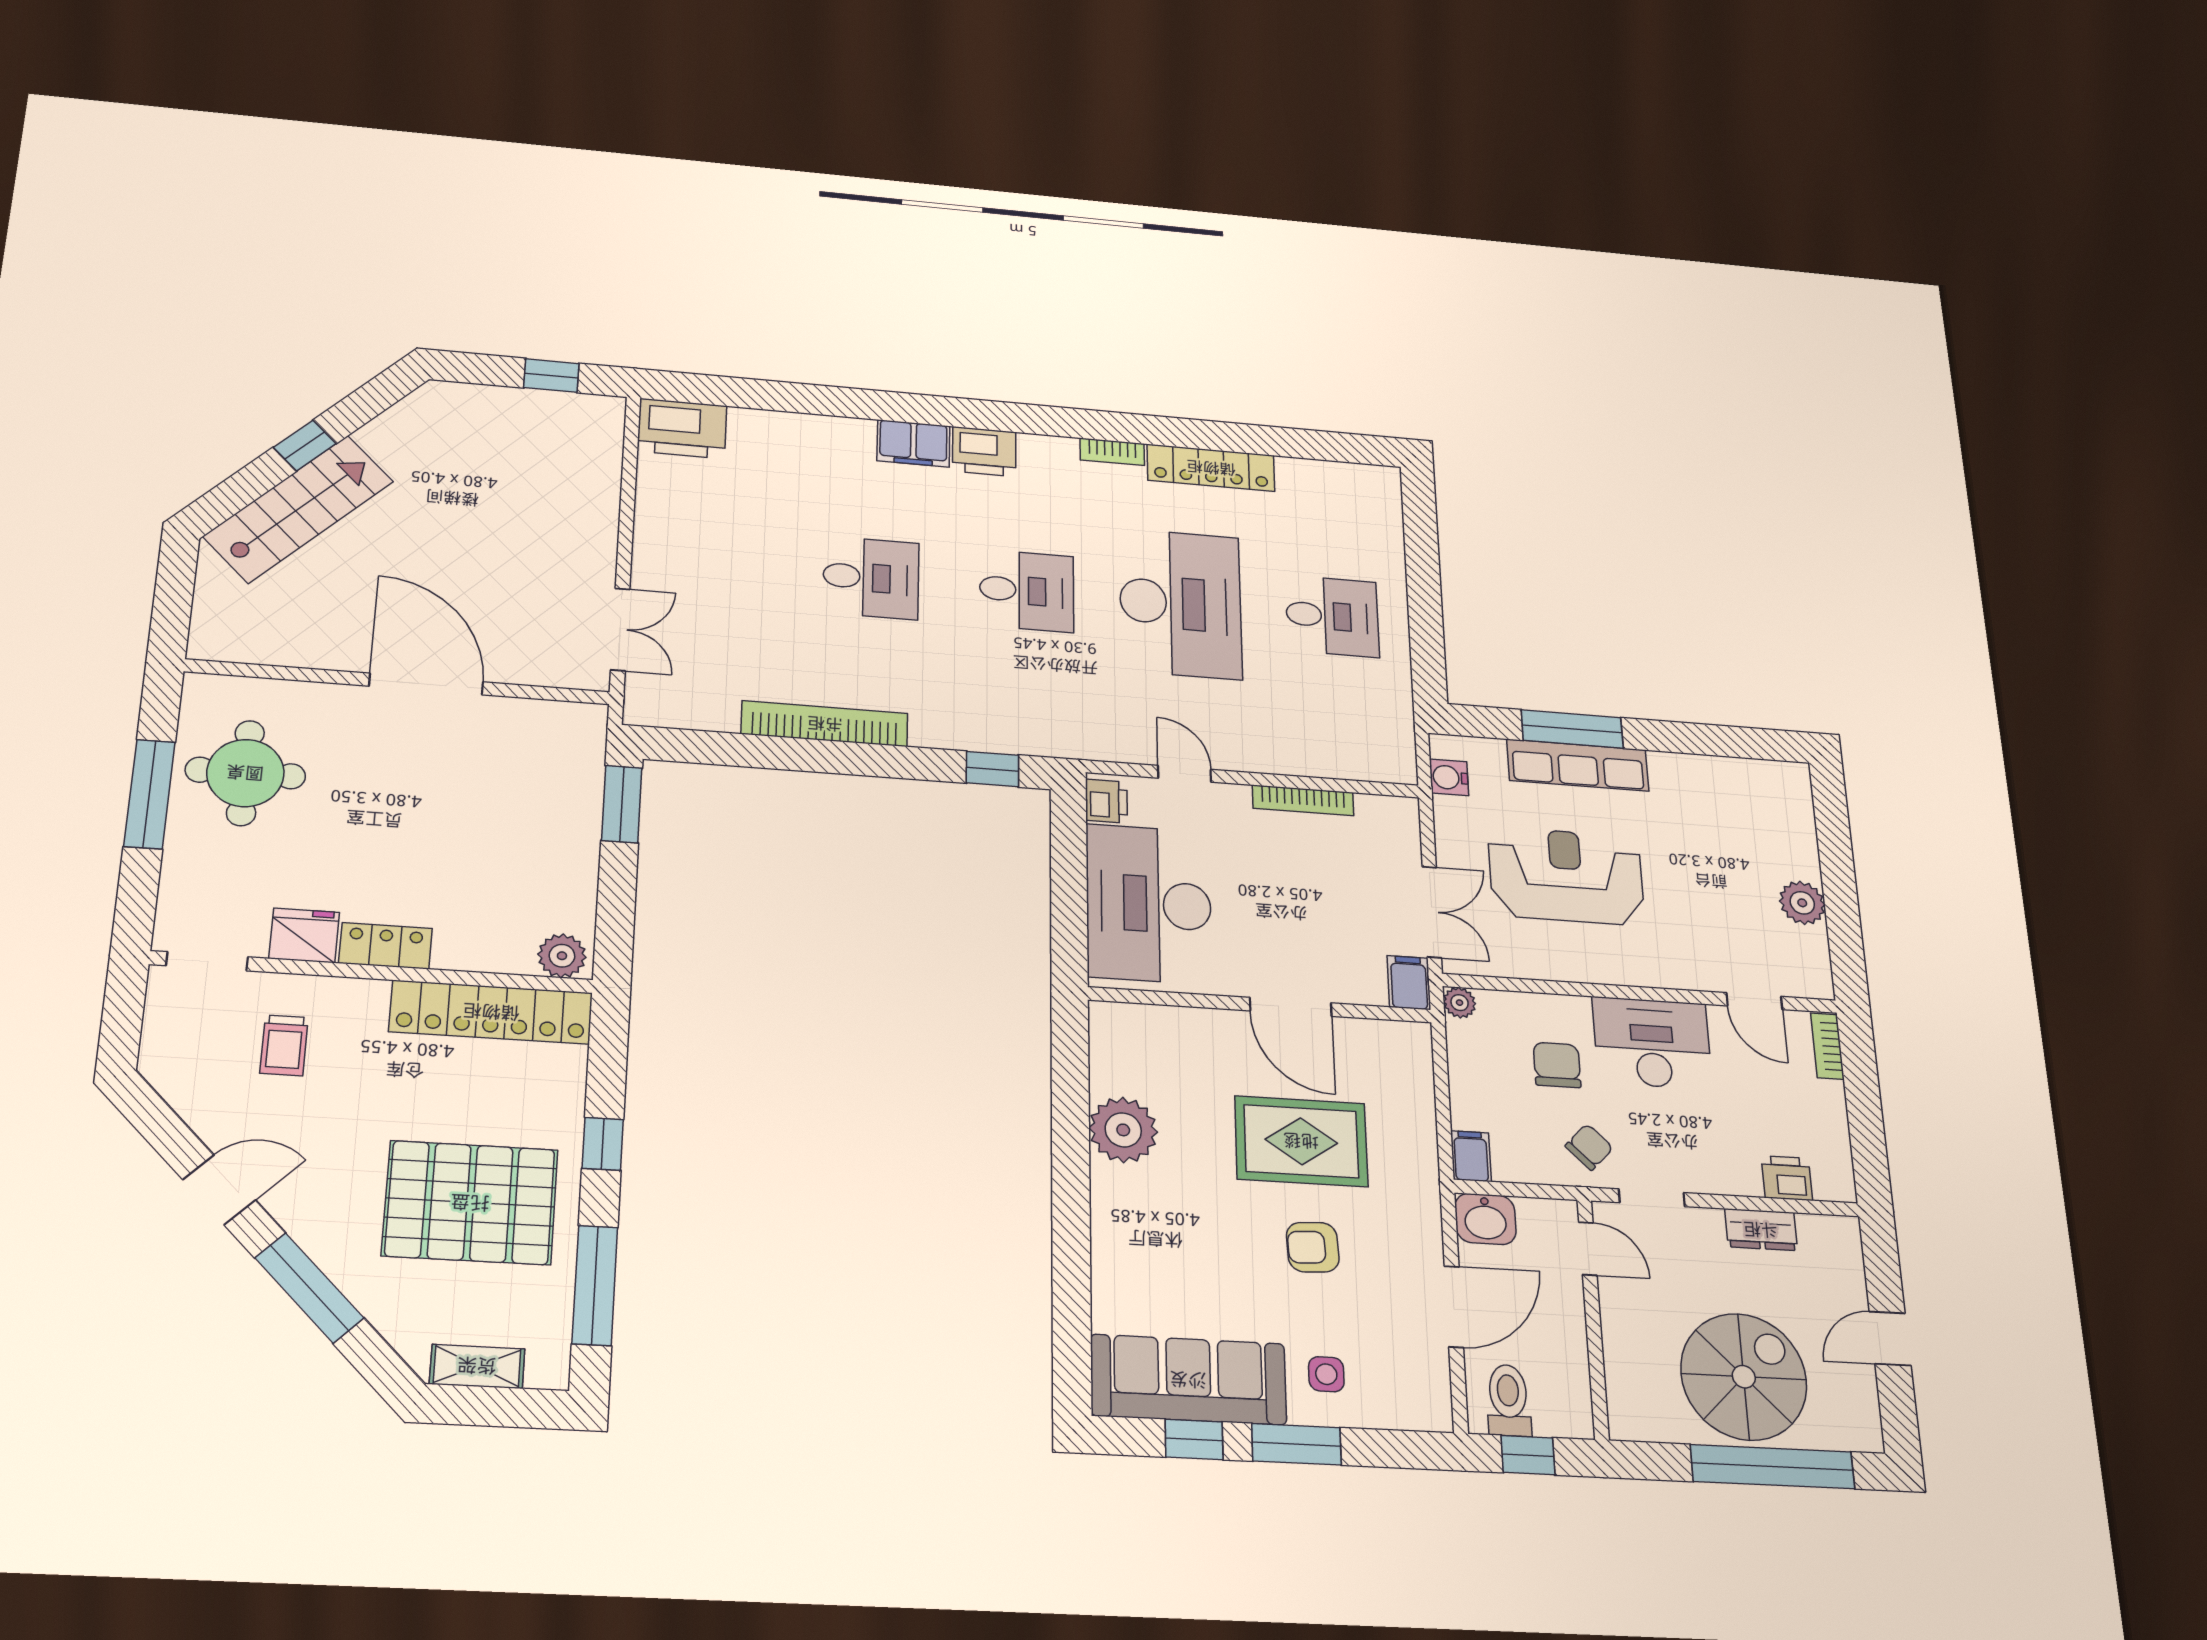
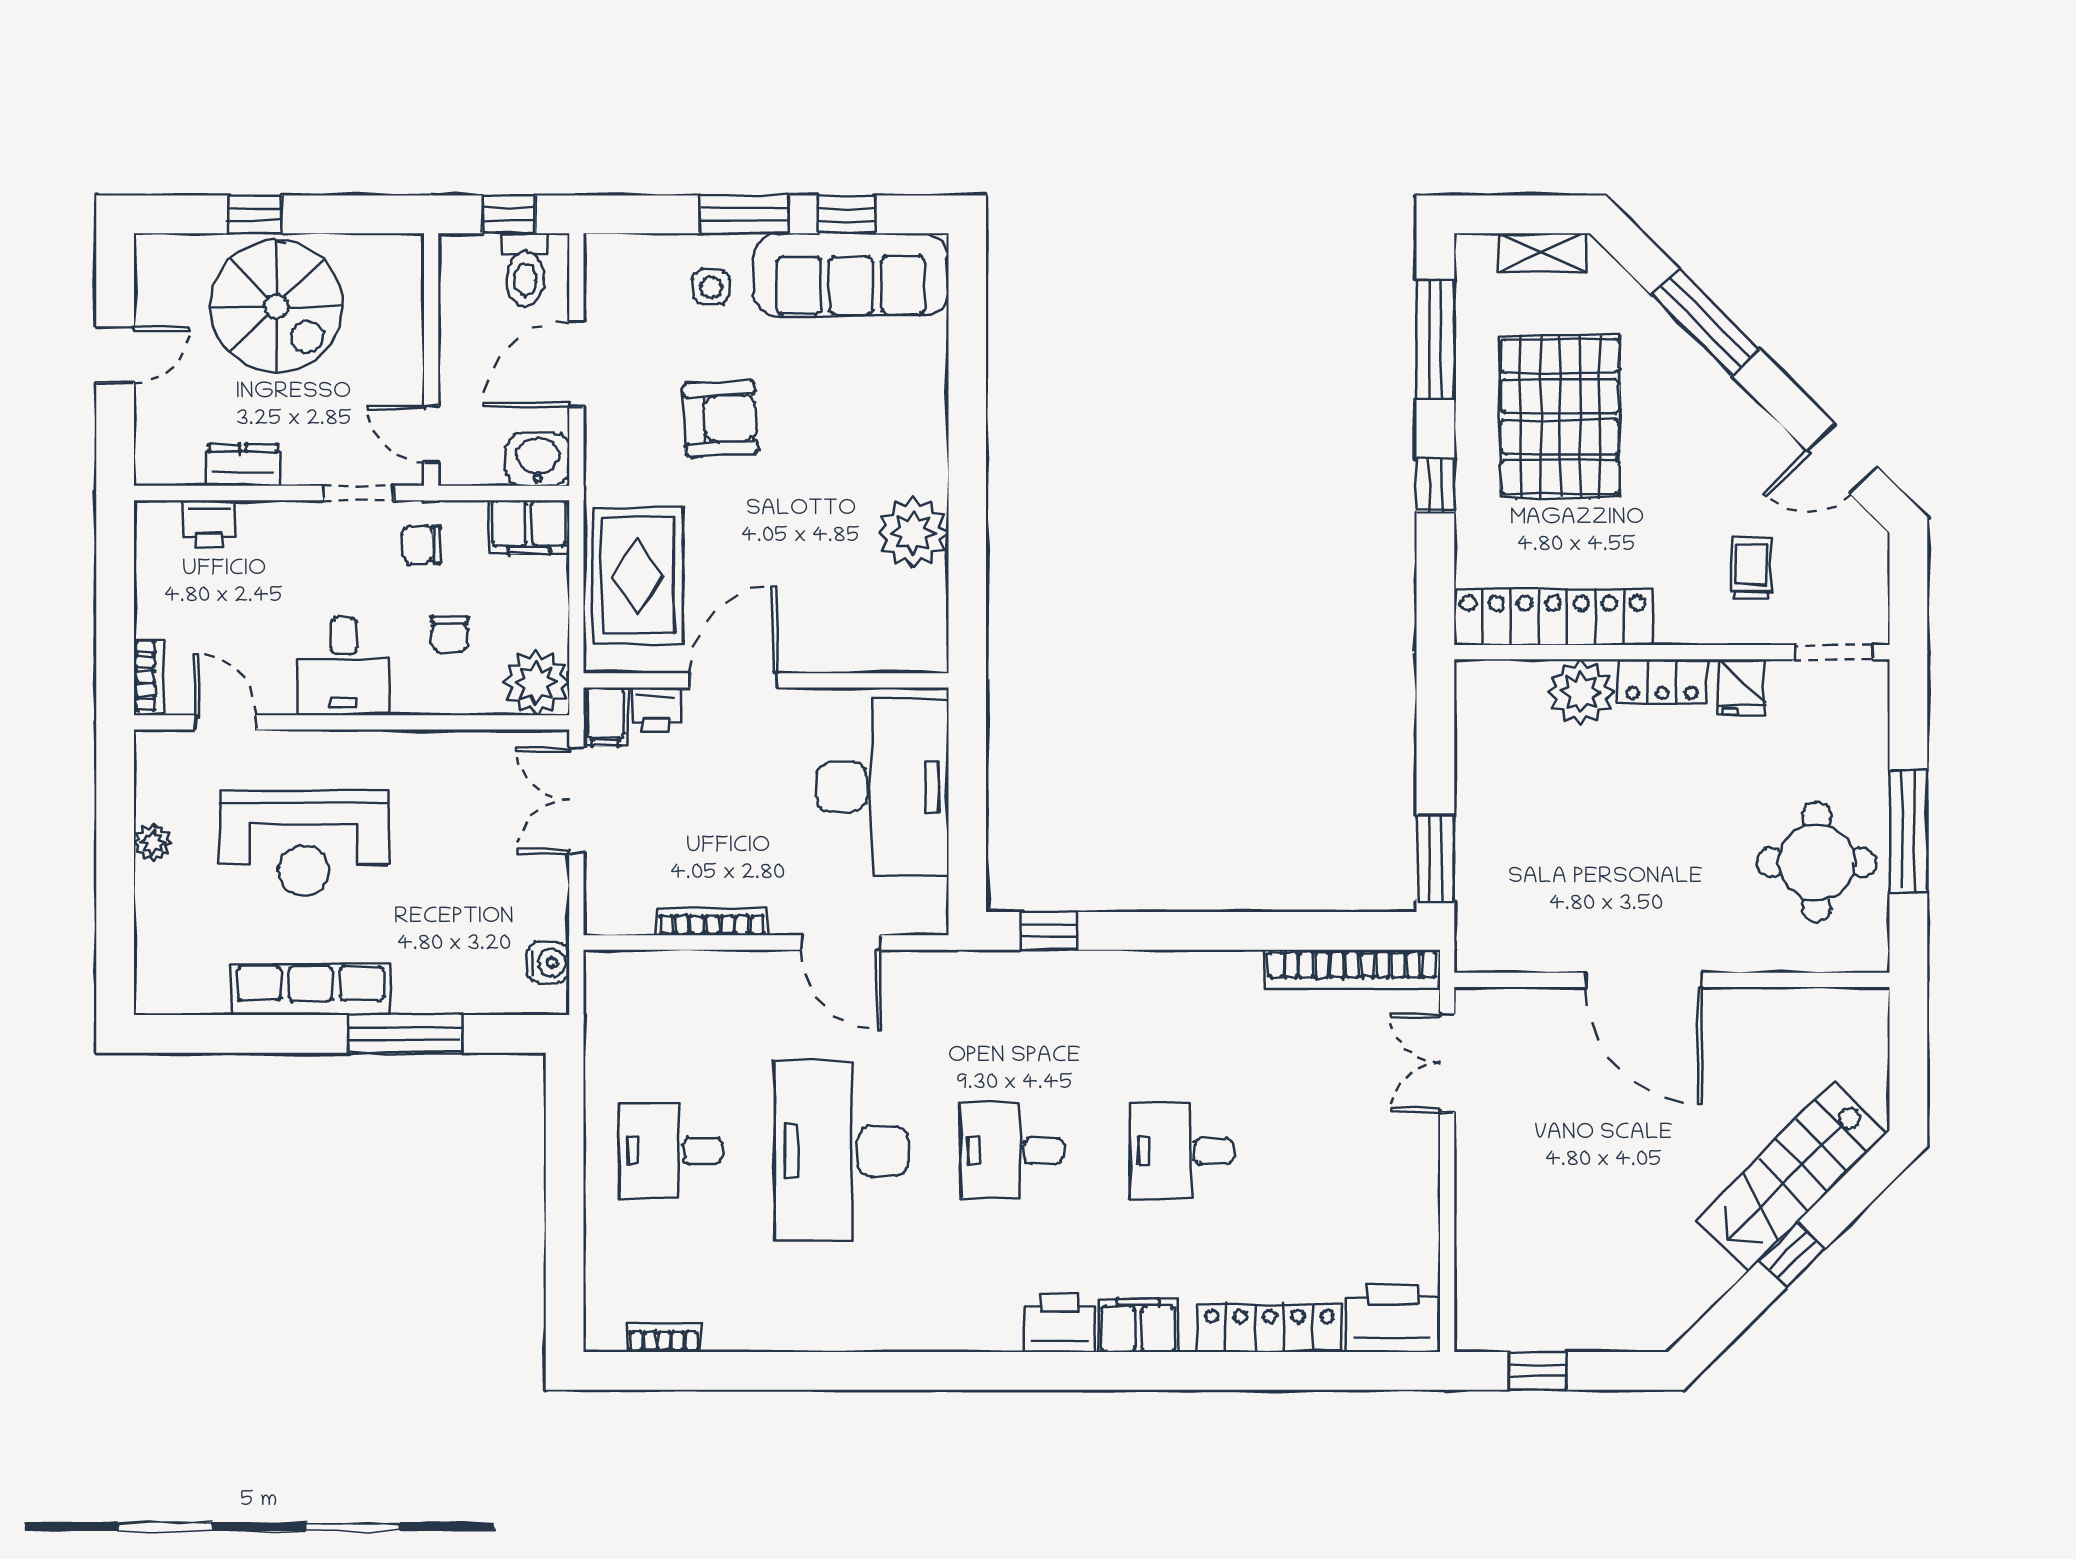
bookcase: (1112, 452) -> (664, 1338), moved
locker: (1211, 468) -> (1269, 1328), moved
bookcase: (825, 724) -> (1352, 969), moved
row of seats: (1578, 765) -> (311, 990), moved
door: (1185, 774) -> (841, 943), width x1.38
printer: (1106, 801) -> (656, 710), moved, turned -90
reception desk: (1566, 876) -> (304, 843), moved
plant: (1802, 903) -> (153, 843), width x0.73, depth x0.73
fridge: (304, 935) -> (1742, 687), width x0.72
plant: (562, 956) -> (1581, 692), moved, width x1.36, depth x1.36
plant: (1460, 1003) -> (536, 682), width x1.88, depth x1.88
door: (1291, 1007) -> (734, 680), hinge flipped
desk: (1652, 1043) -> (344, 666), width x0.73
chair: (1557, 1065) -> (450, 634), width x0.73, depth x0.73
rug: (1301, 1141) -> (638, 576), moved, turned 90
chair: (1589, 1147) -> (422, 545), turned 46
filing cabinet: (1471, 1156) -> (529, 527), width x2.00
door: (219, 1190) -> (1842, 459), moved
pallet: (470, 1203) -> (1560, 416), turned 90
armchair: (1313, 1247) -> (720, 419), width x1.38, depth x1.38
spiral stairs: (1744, 1377) -> (276, 306), turned -90
window: (1773, 1467) -> (255, 214), width x0.32

